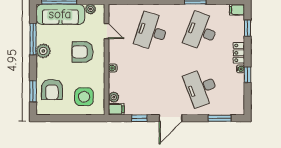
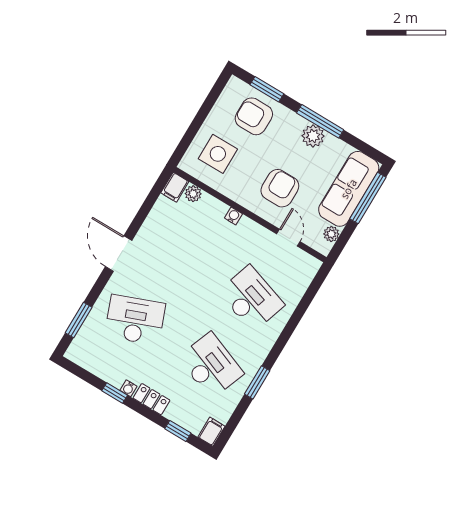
door: (107, 31) -> (288, 238), swing flipped
window: (33, 39) -> (320, 121), moved
window: (139, 118) -> (144, 211), removed

